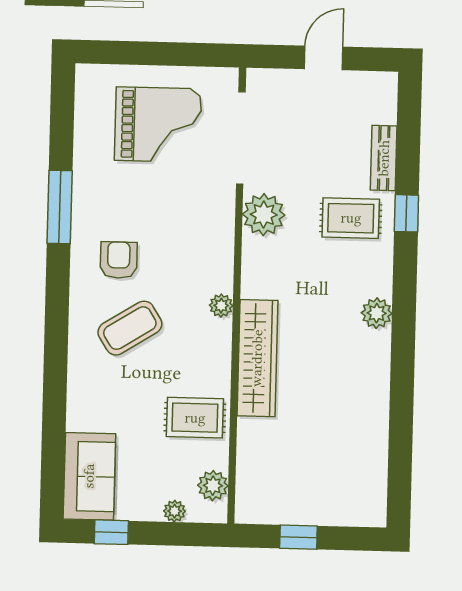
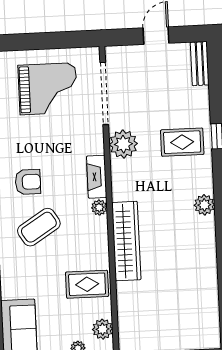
bench: (384, 158) -> (200, 64), moved
armchair: (119, 260) -> (28, 182), turned 90
fireplace: (221, 260) -> (97, 177), added

